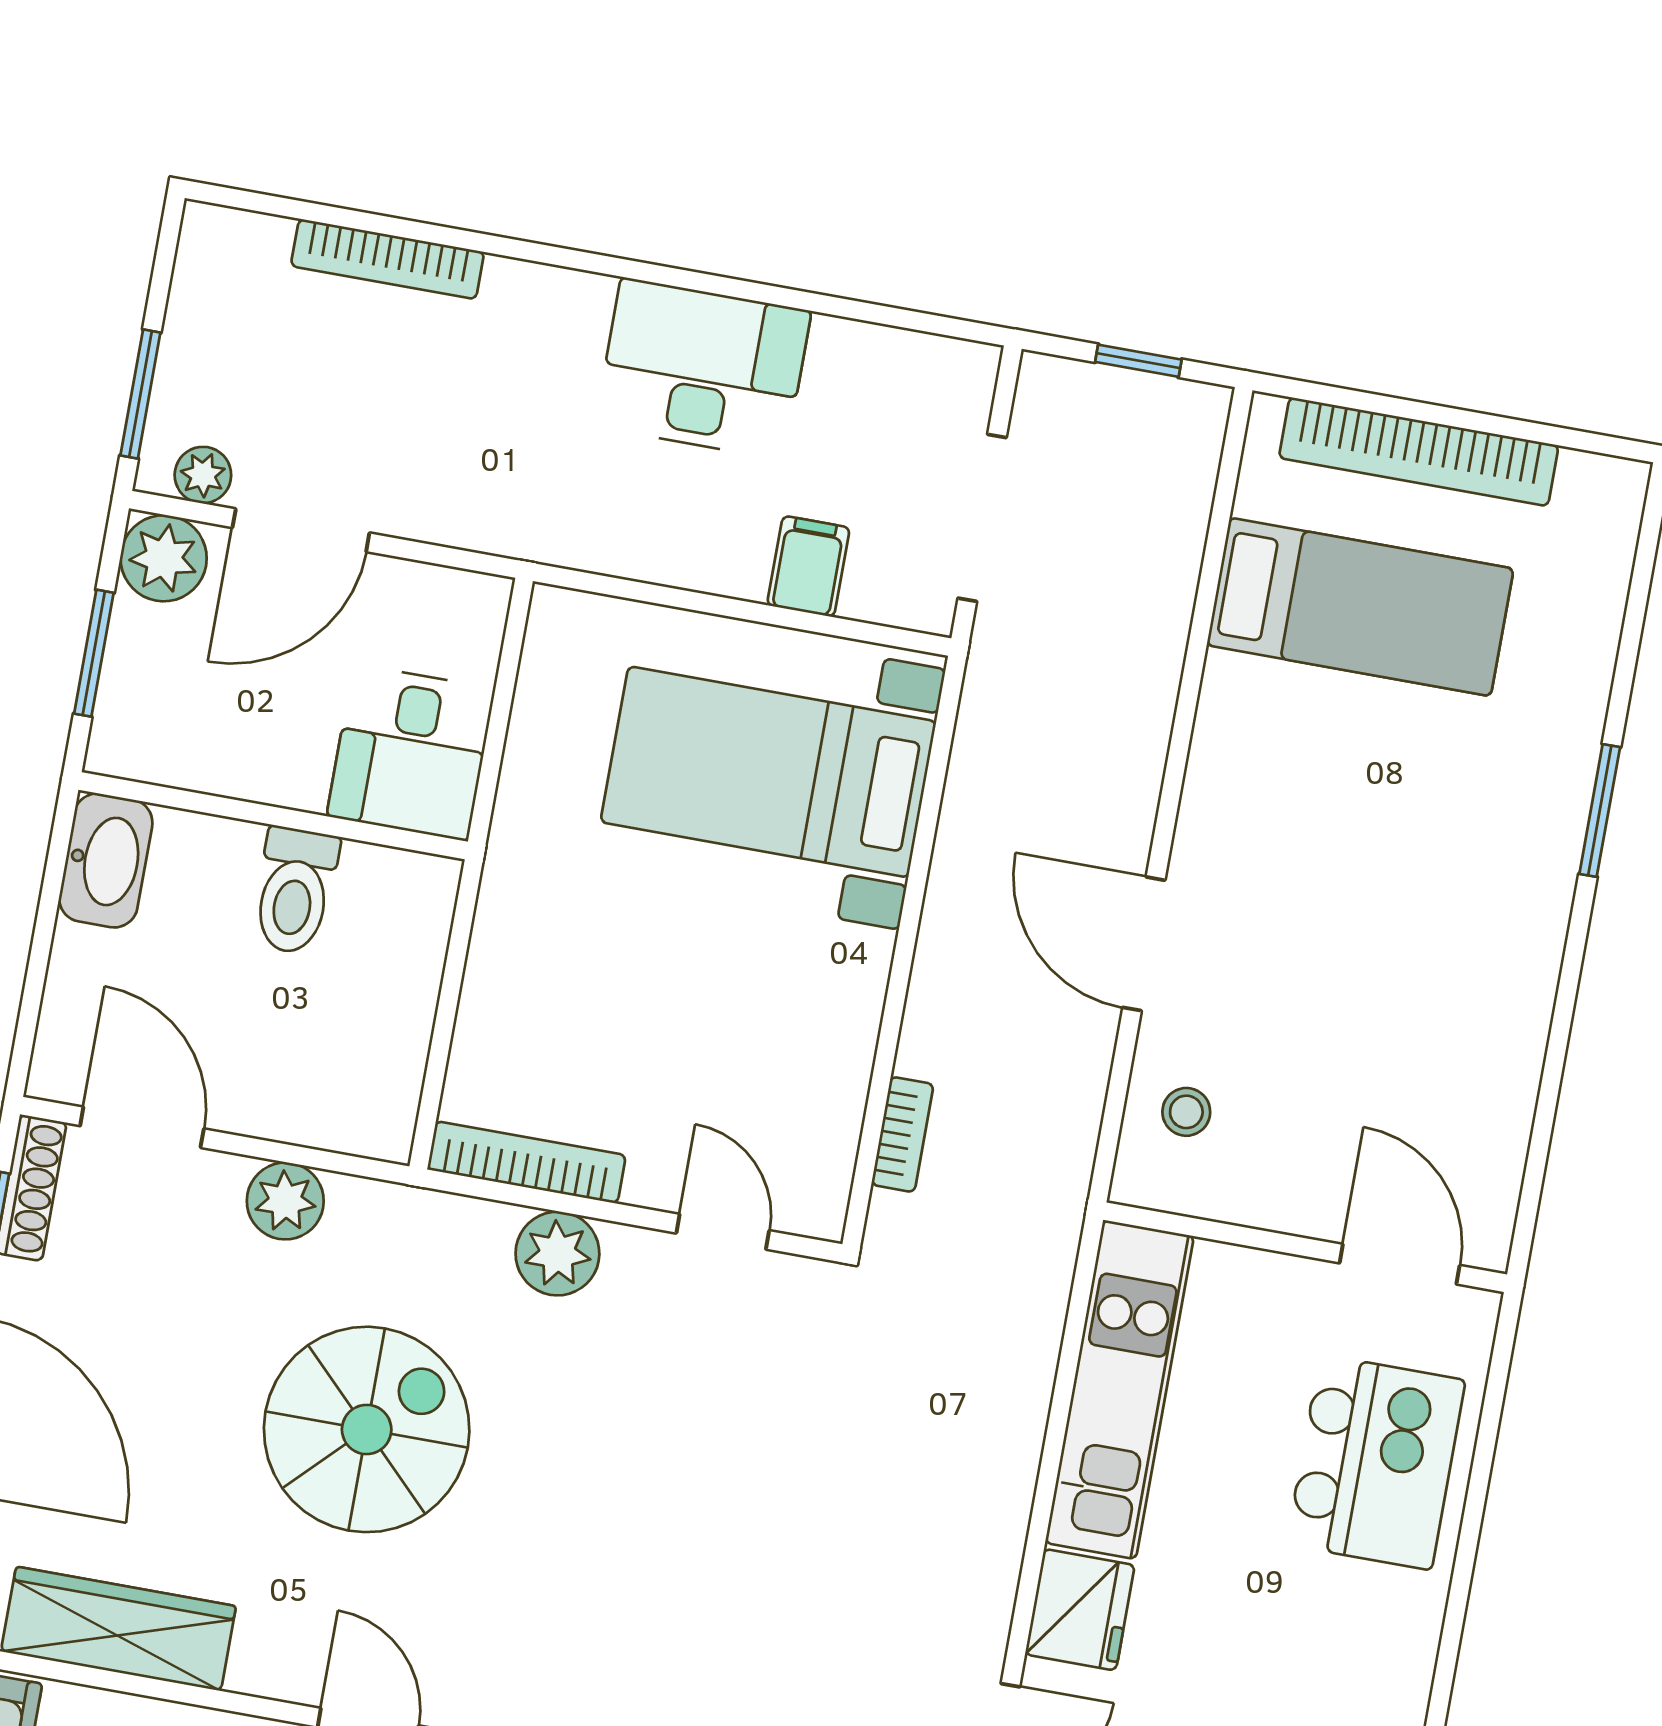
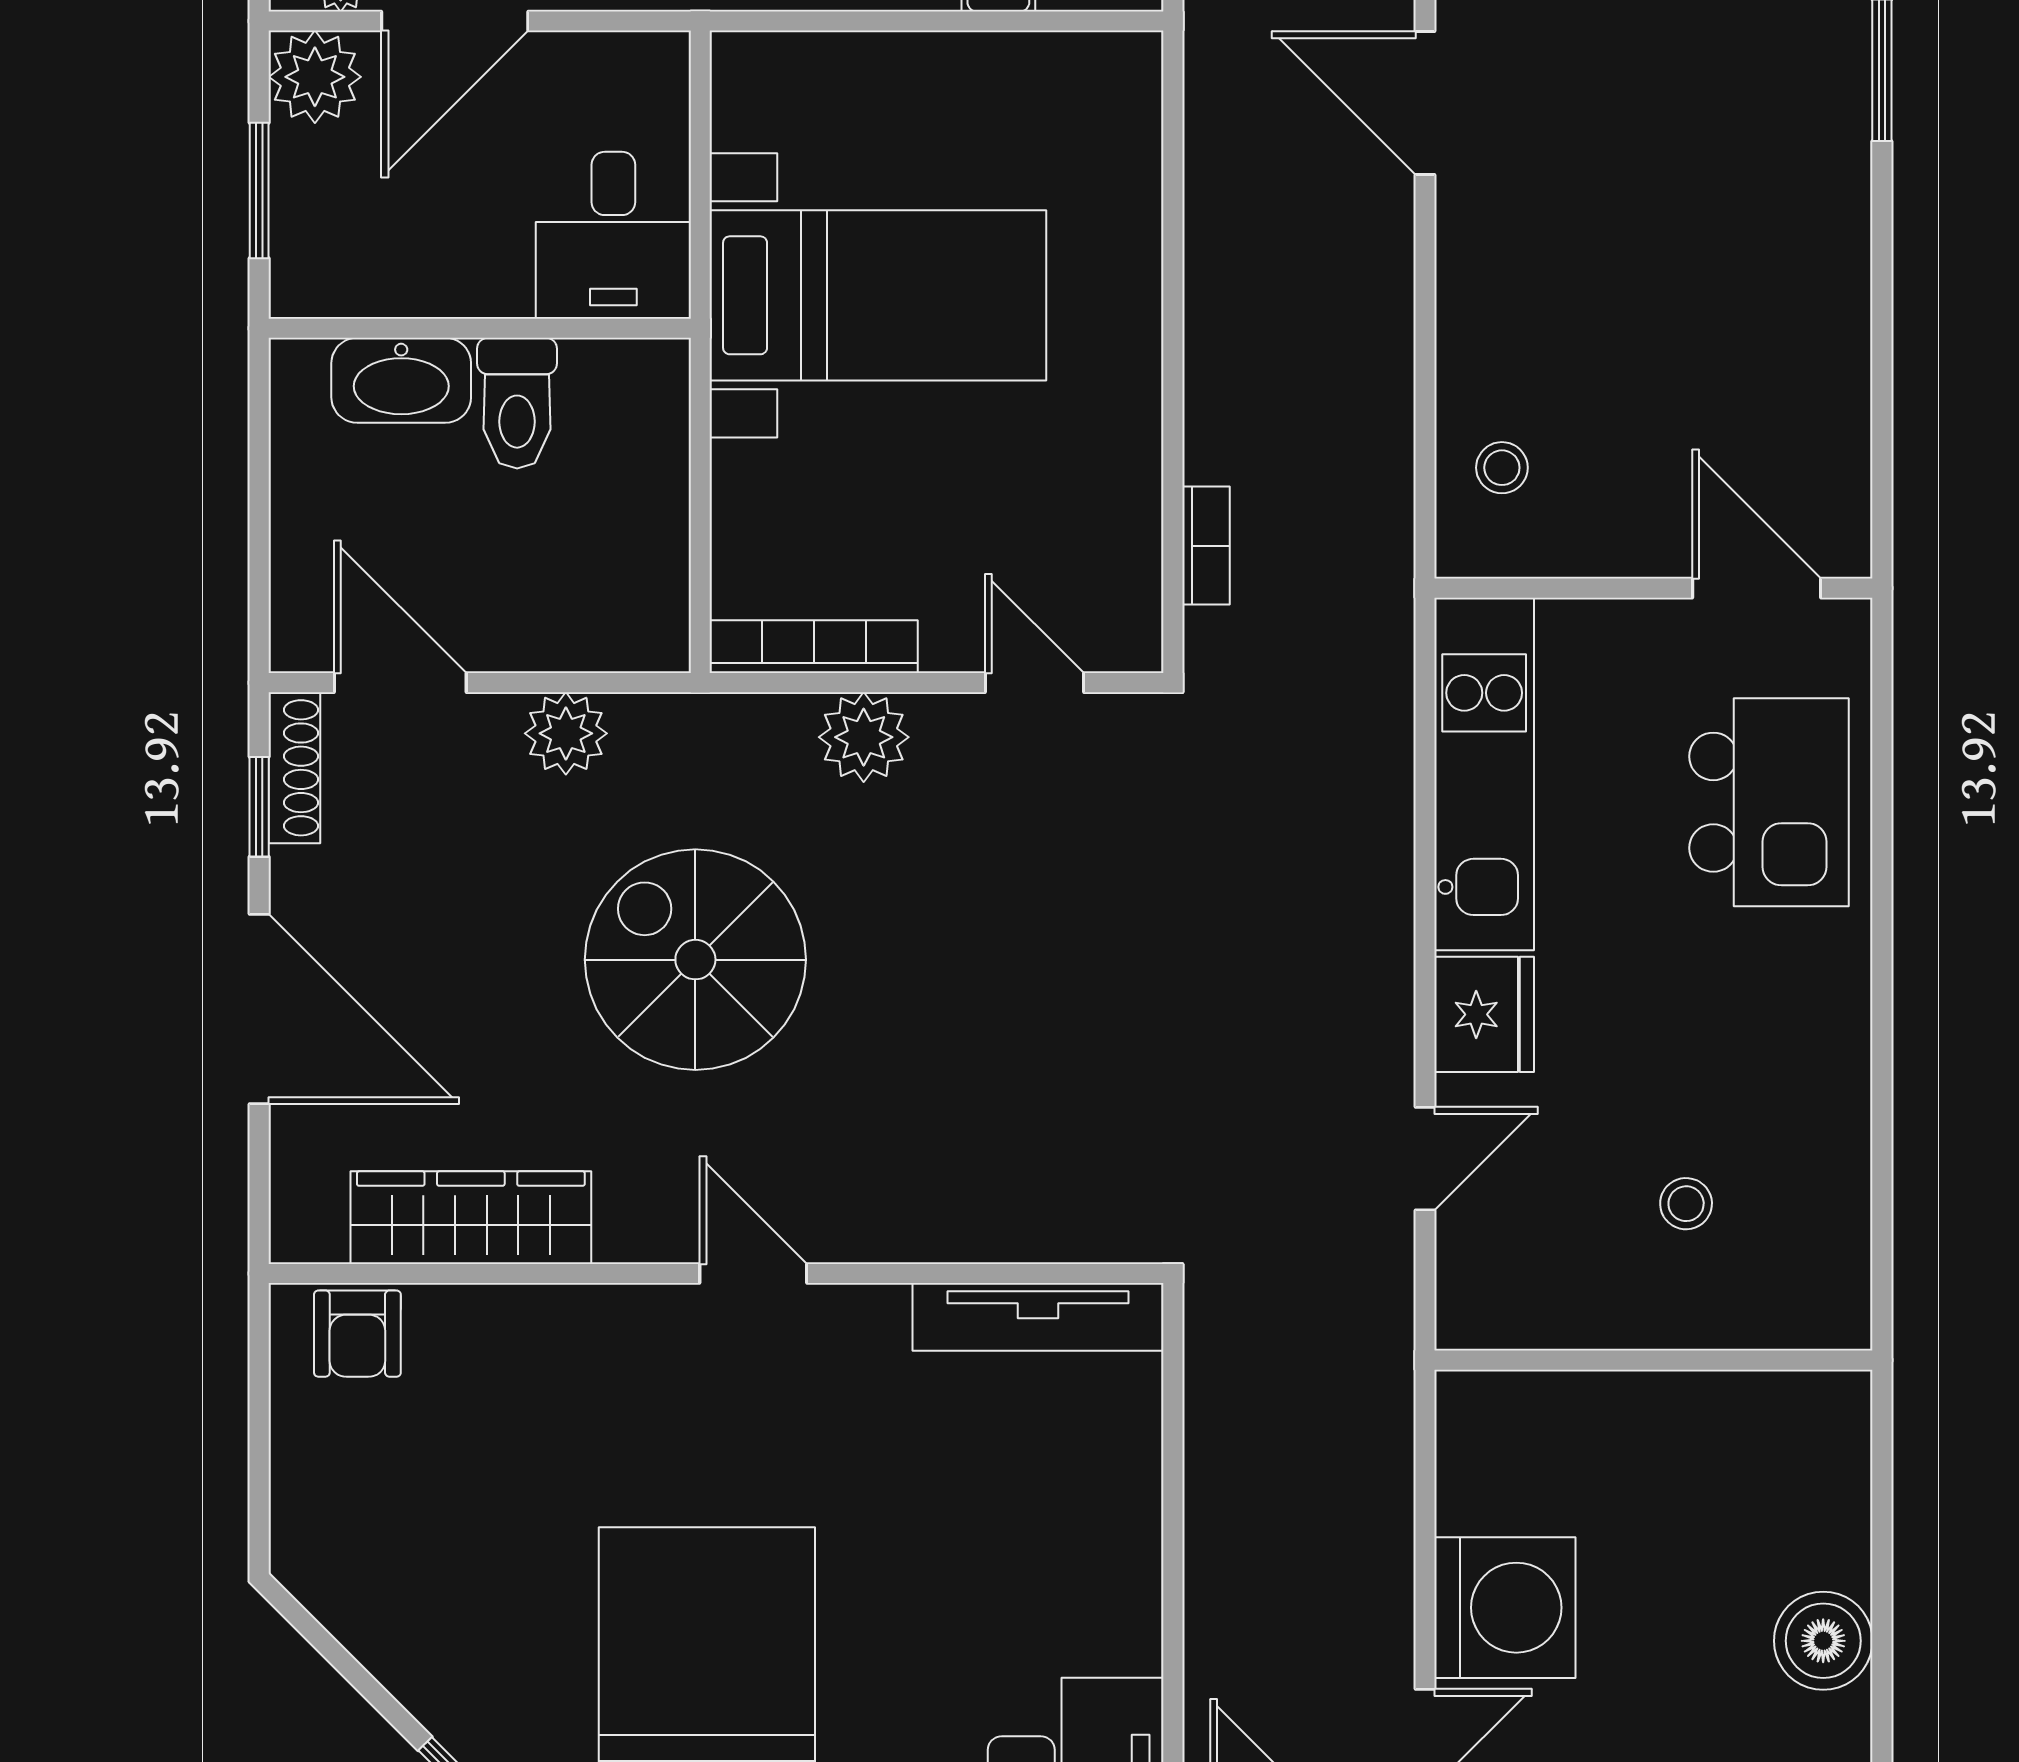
bed with nightstands: (768, 772) -> (878, 295), moved, turned 180
washbasin: (106, 860) -> (401, 380), moved, turned 90
door: (1144, 944) -> (1425, 103), moved
spiral stairs: (367, 1429) -> (695, 960), turned -90

